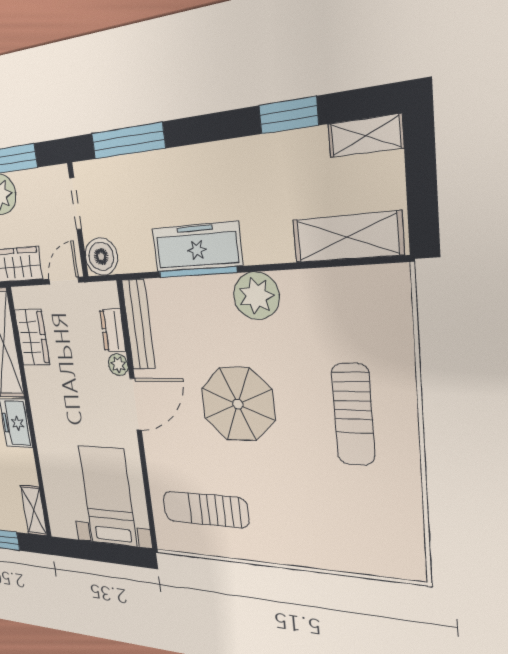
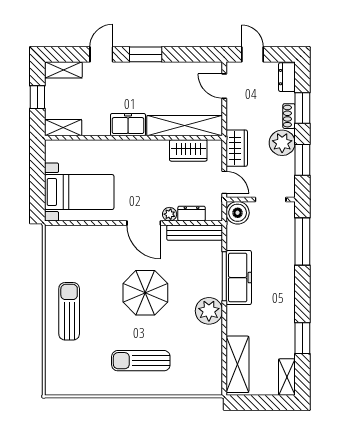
sun lounger: (205, 509) -> (69, 311), moved

